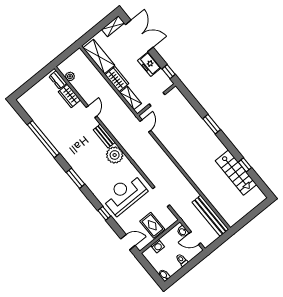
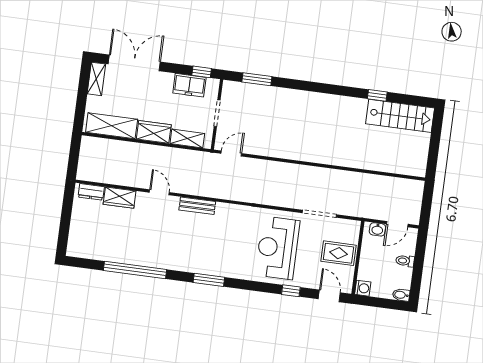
freezer: (149, 64) -> (189, 85), moved
plant: (70, 76) -> (101, 176), removed
window: (212, 124) -> (257, 79), moved
door: (145, 126) -> (231, 153), hinge flipped
plant: (115, 155) -> (227, 216), removed
stairs: (236, 173) -> (400, 116), moved
window: (104, 213) -> (291, 291), moved
bench: (210, 216) -> (391, 185), removed
door: (128, 242) -> (329, 296), hinge flipped
washing machine: (158, 246) -> (363, 288), moved

